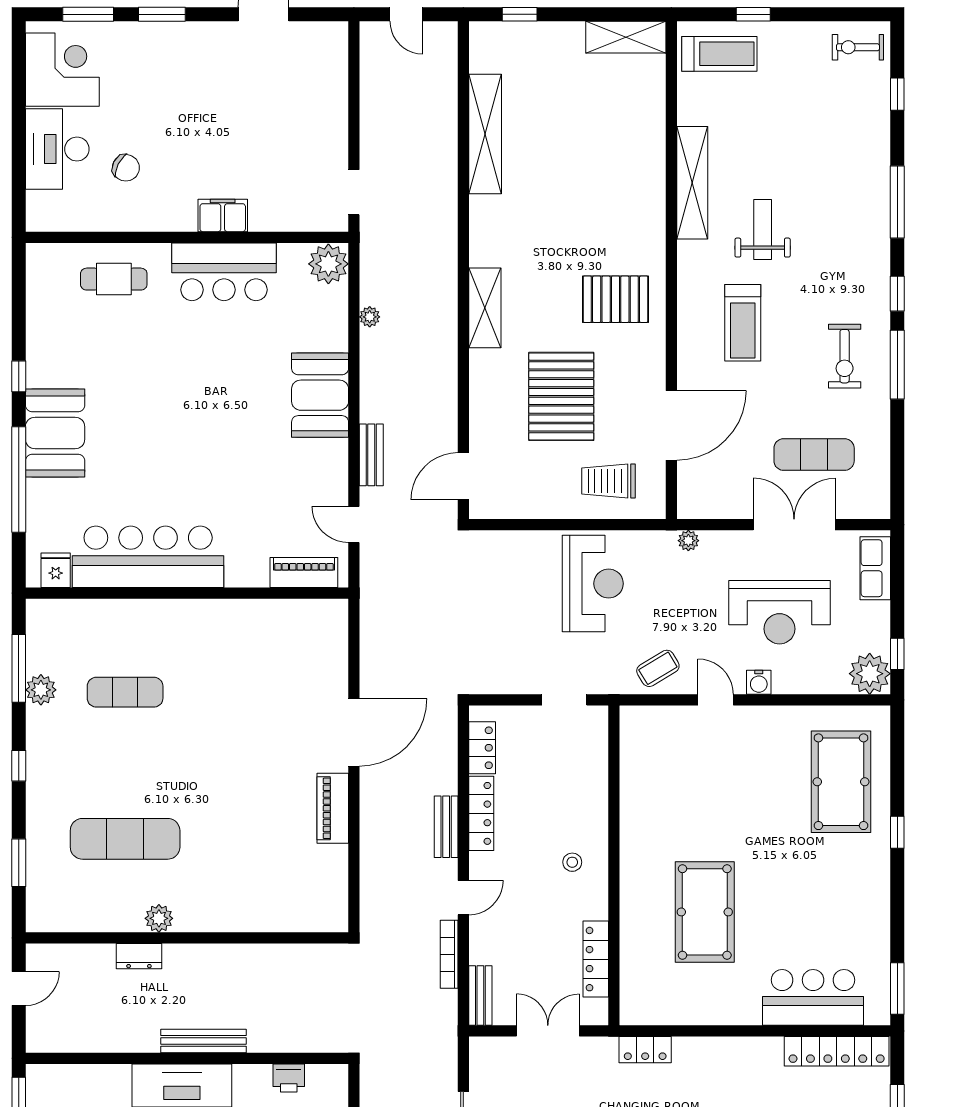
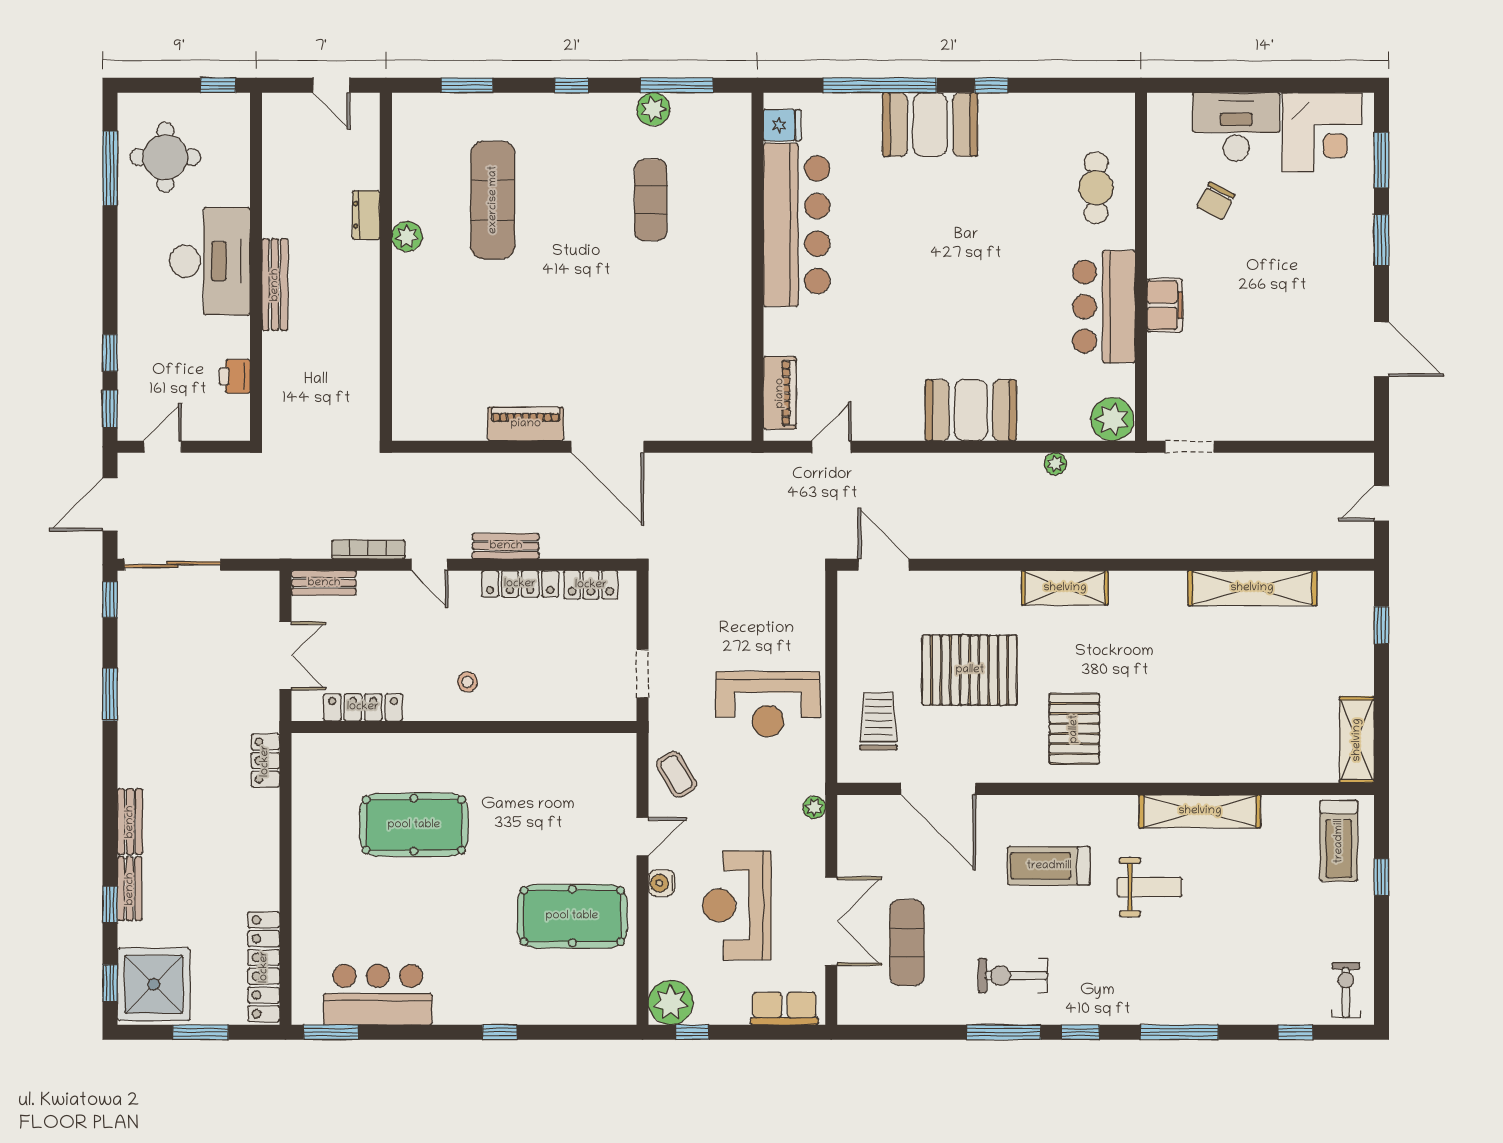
bench: (371, 455) -> (906, 465), removed
pool table: (841, 782) -> (572, 916), moved
bar counter: (813, 997) -> (378, 995), moved, turned -90

